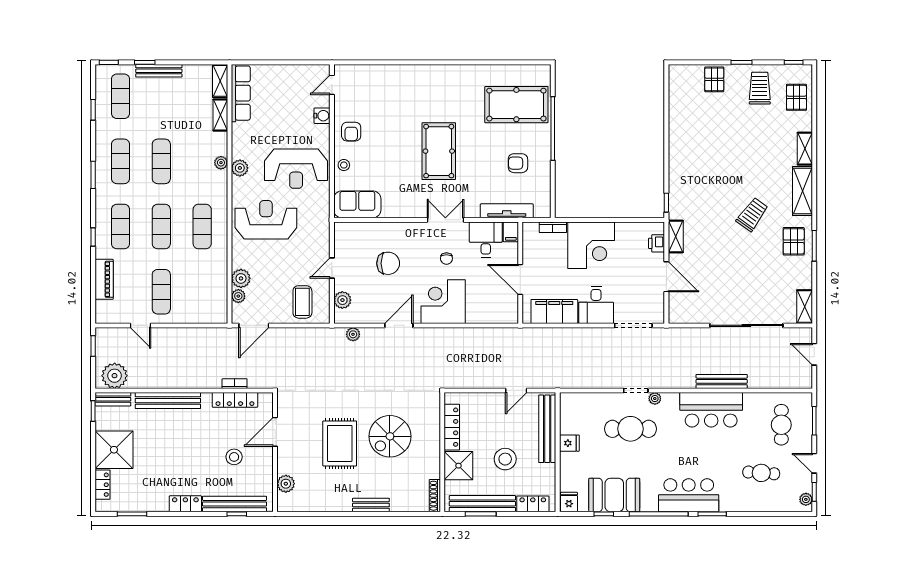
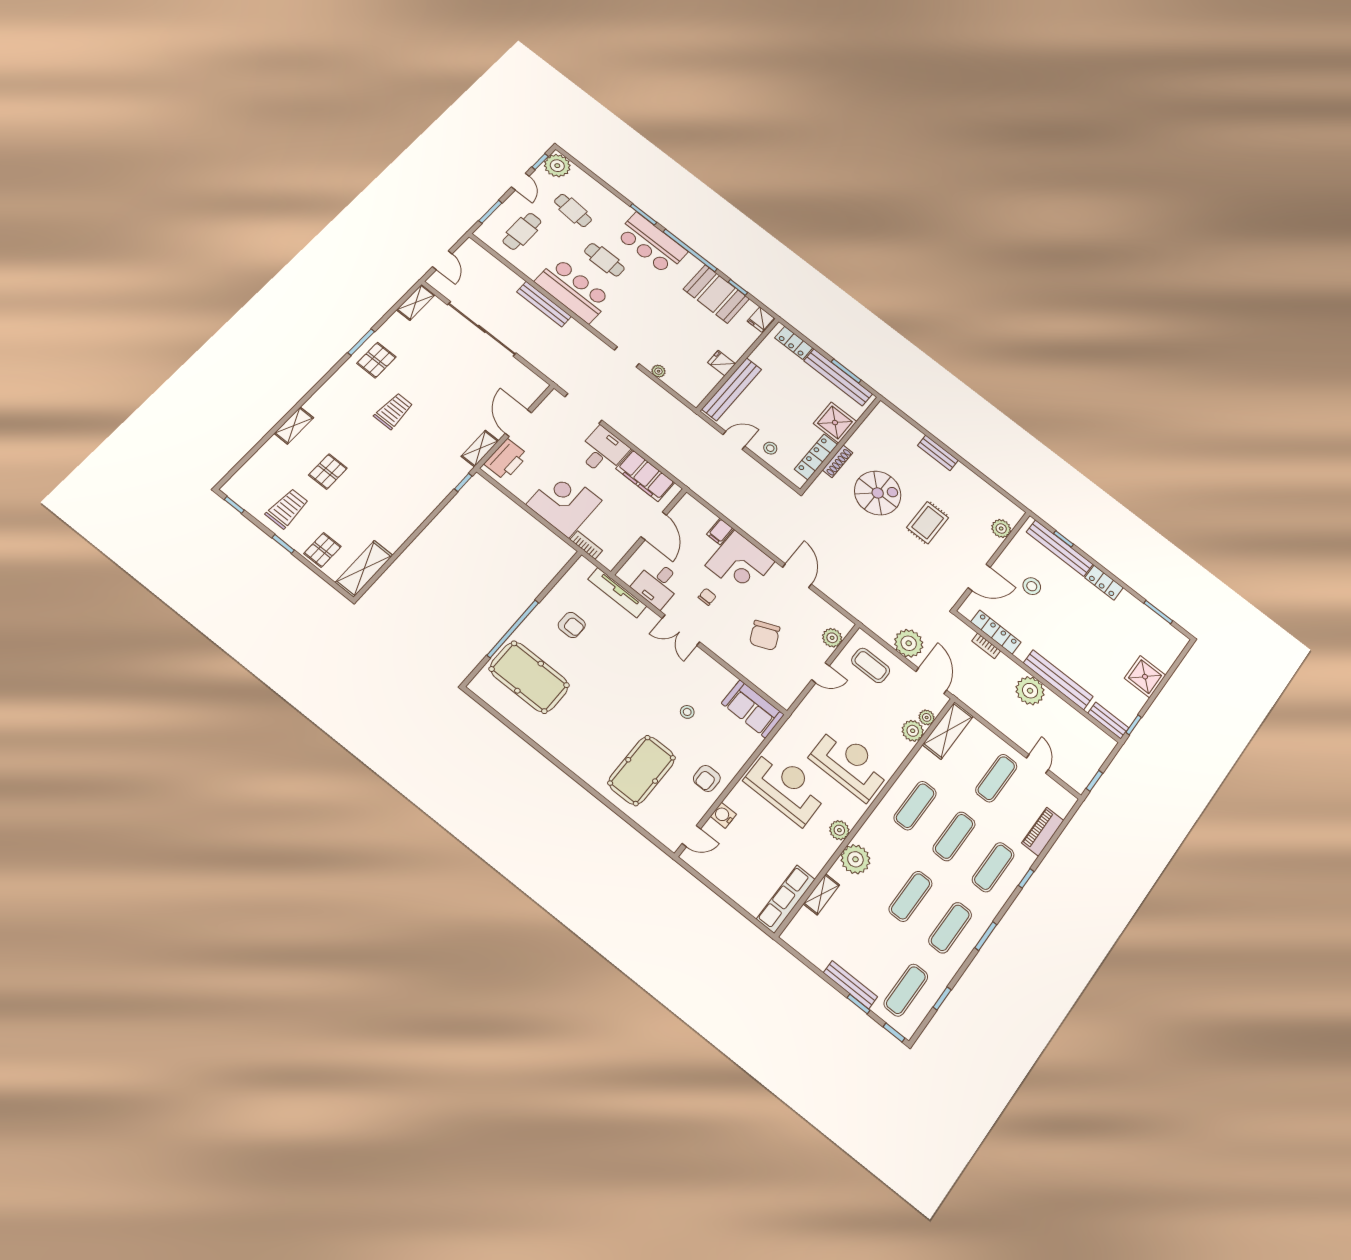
shelving: (220, 81) -> (948, 730), moved, width x1.50, depth x1.33
trolley: (760, 88) -> (287, 508), turned 180
pallet: (796, 97) -> (328, 472), moved
armchair: (351, 132) -> (707, 778), turned 180
pool table: (439, 151) -> (642, 770), moved
plant: (221, 163) -> (855, 859), width x1.87, depth x1.87
stool: (344, 165) -> (687, 712), moved
shelving: (802, 191) -> (364, 569), moved
trolley: (752, 214) -> (393, 411), turned 144
reception desk: (266, 220) -> (850, 764), turned 180
filing cabinet: (511, 232) -> (720, 532), moved, turned 180
printer: (657, 243) -> (506, 459), width x1.87, depth x1.48
chair: (388, 263) -> (765, 635), turned -114
coffee table: (302, 302) -> (871, 665), turned 90
door: (254, 325) -> (931, 681), hinge flipped
door: (399, 325) -> (797, 576), swing flipped
plant: (353, 334) -> (909, 643), moved, width x1.88, depth x1.88
plant: (115, 376) -> (1030, 691), moved
plant: (655, 399) -> (658, 371), moved
cafe table: (631, 429) -> (604, 260), moved, width x0.73, depth x0.74
rug: (340, 443) -> (928, 523), width x0.73, depth x0.70
shower: (114, 450) -> (1145, 677), width x0.73, depth x0.73
stool: (505, 459) -> (770, 448), moved, width x0.53, depth x0.53
locker: (103, 485) -> (1168, 657), removed
shoe rack: (435, 496) -> (838, 461), moved
plant: (806, 499) -> (557, 166), width x1.87, depth x1.87

